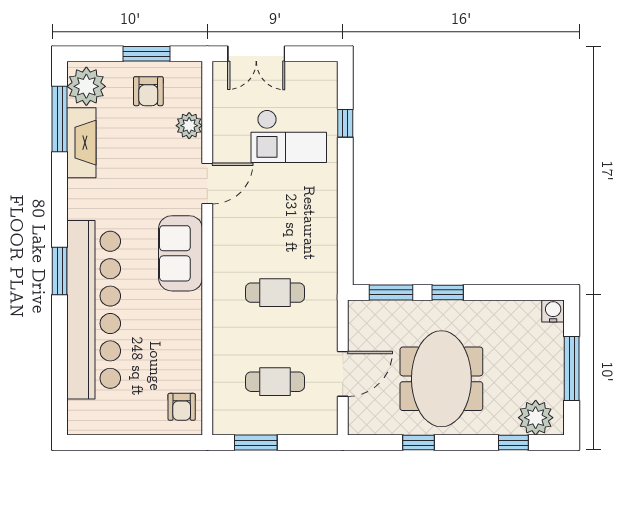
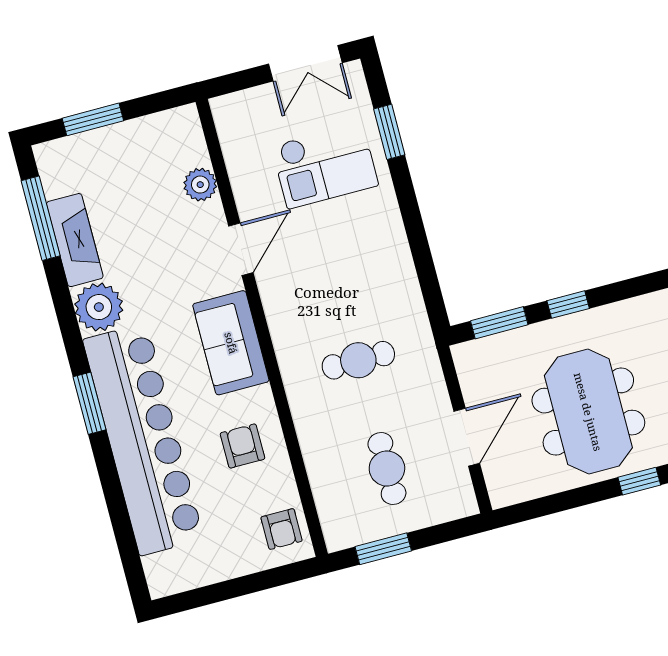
window: (146, 54) -> (93, 119), moved
double door: (256, 54) -> (305, 63), moved
plant: (86, 86) -> (99, 307), moved
armchair: (148, 91) -> (243, 446), moved, turned 180
window: (345, 123) -> (389, 132), width x1.50
cafe table: (275, 382) -> (387, 469), turned 90
window: (418, 443) -> (639, 481), moved

